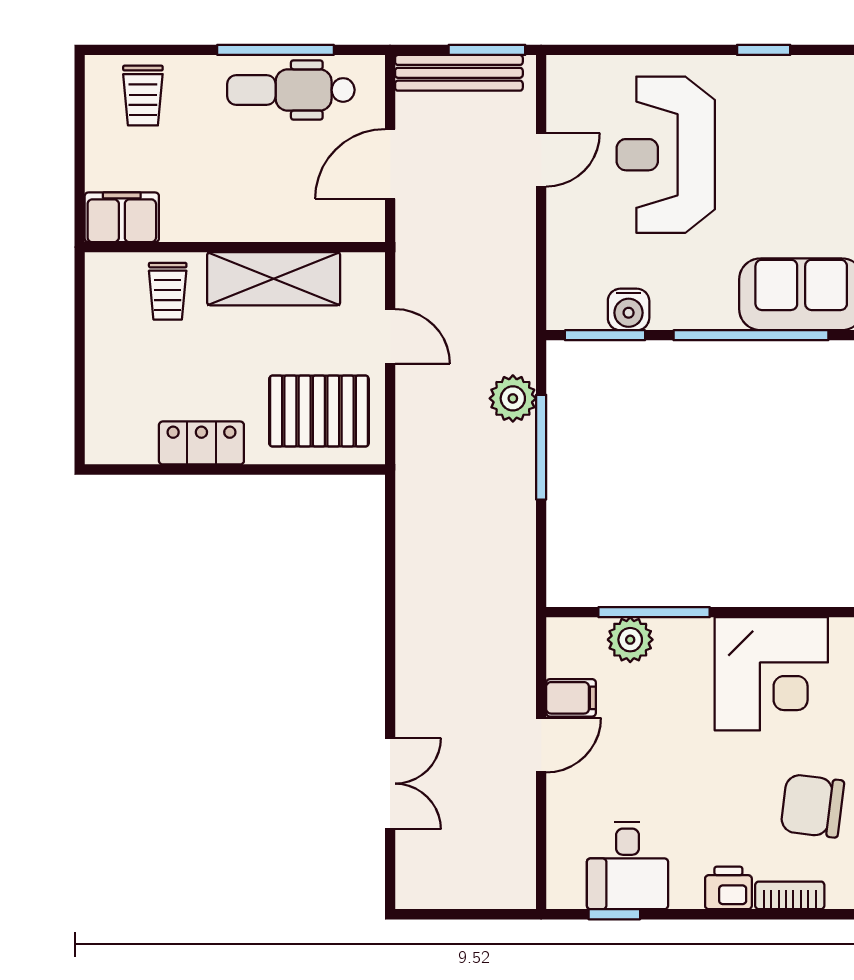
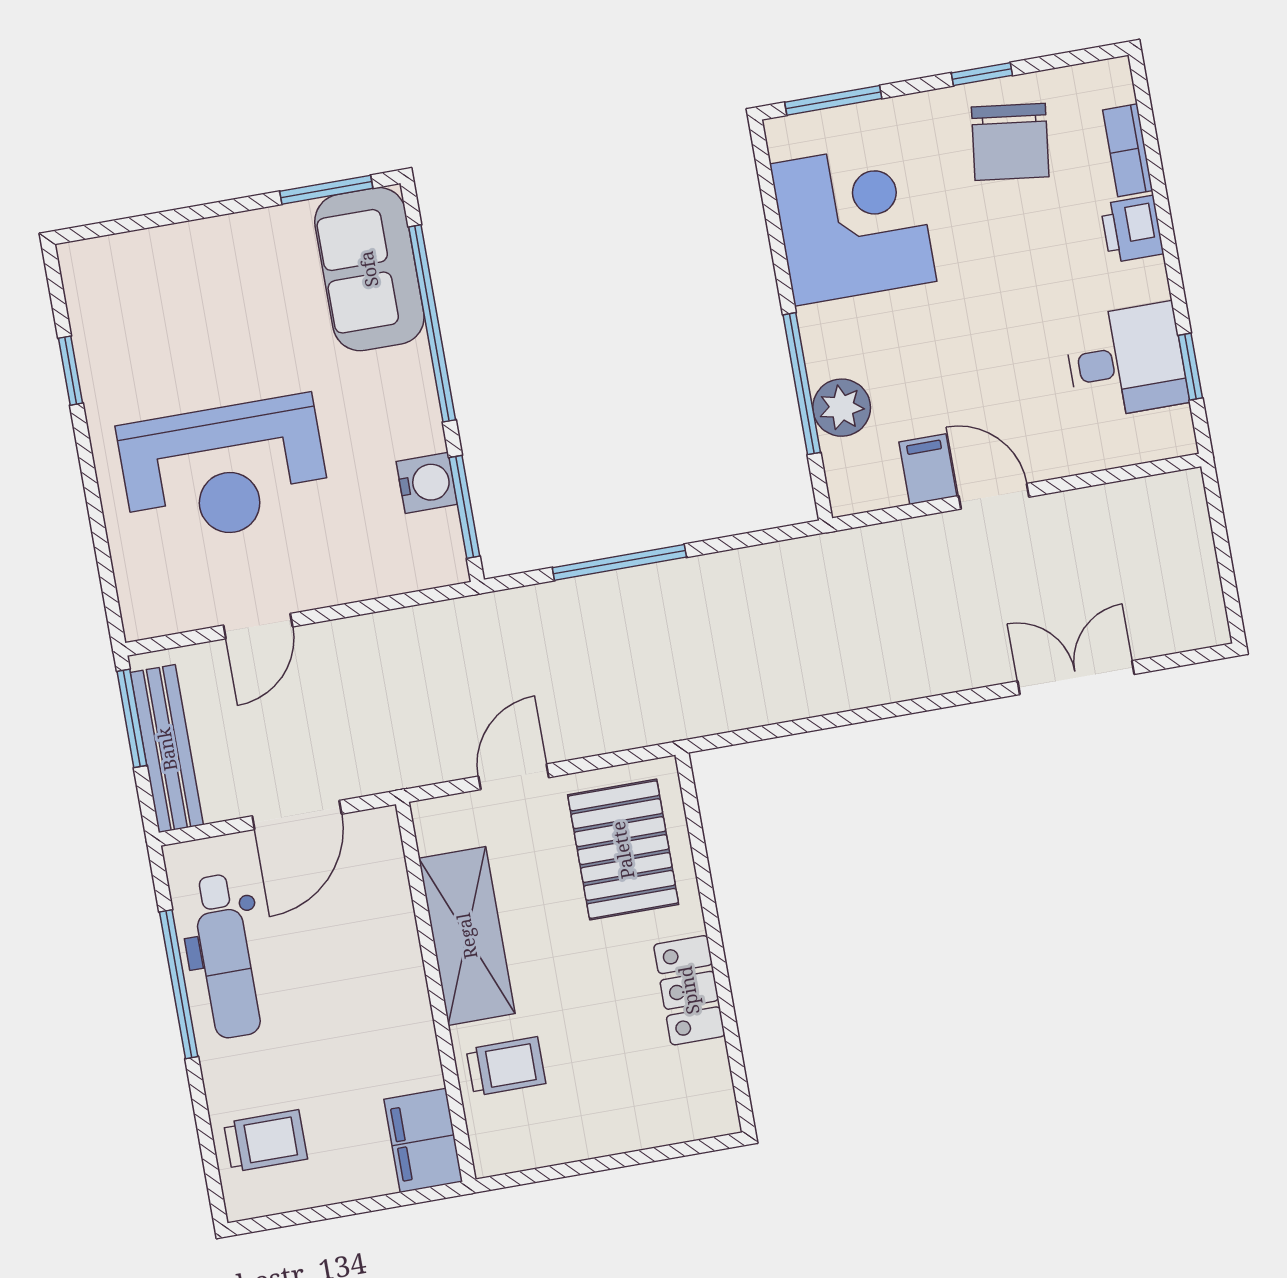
door: (541, 160) -> (258, 626), swing flipped
door: (390, 164) -> (297, 815), hinge flipped
plant: (513, 398) -> (564, 609), removed

